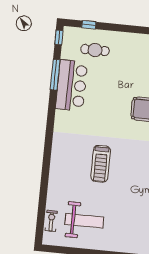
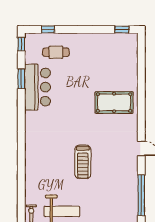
window: (55, 75) -> (21, 79), width x0.69
treadmill: (101, 164) -> (83, 162), moved

